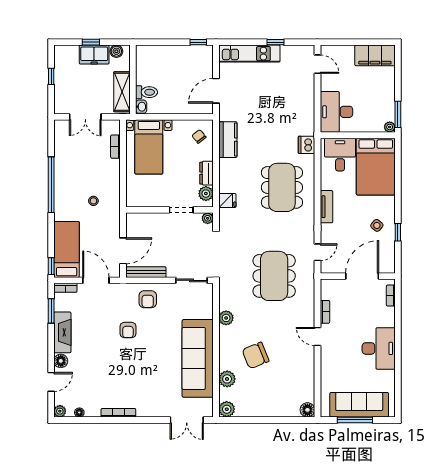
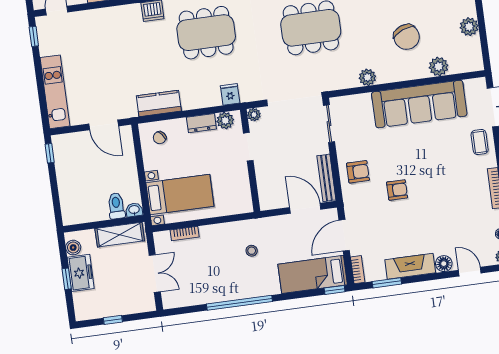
window: (276, 42) -> (34, 36), moved
coffee table: (159, 405) -> (480, 142), added
plant: (227, 409) -> (469, 27), moved

